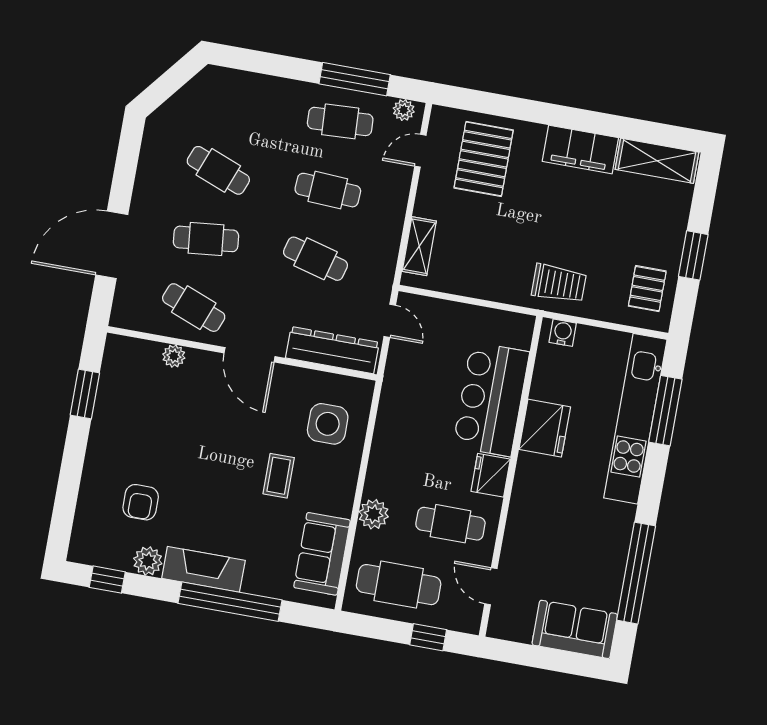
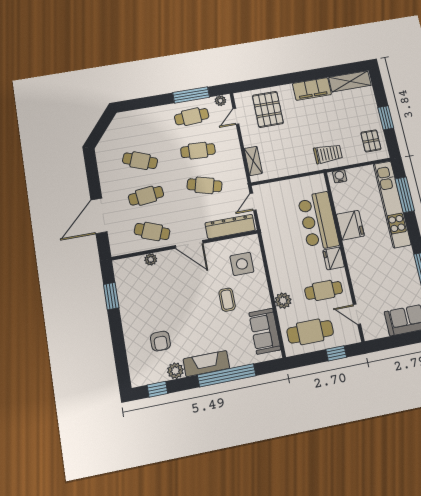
door: (390, 321) -> (253, 202), swing flipped

